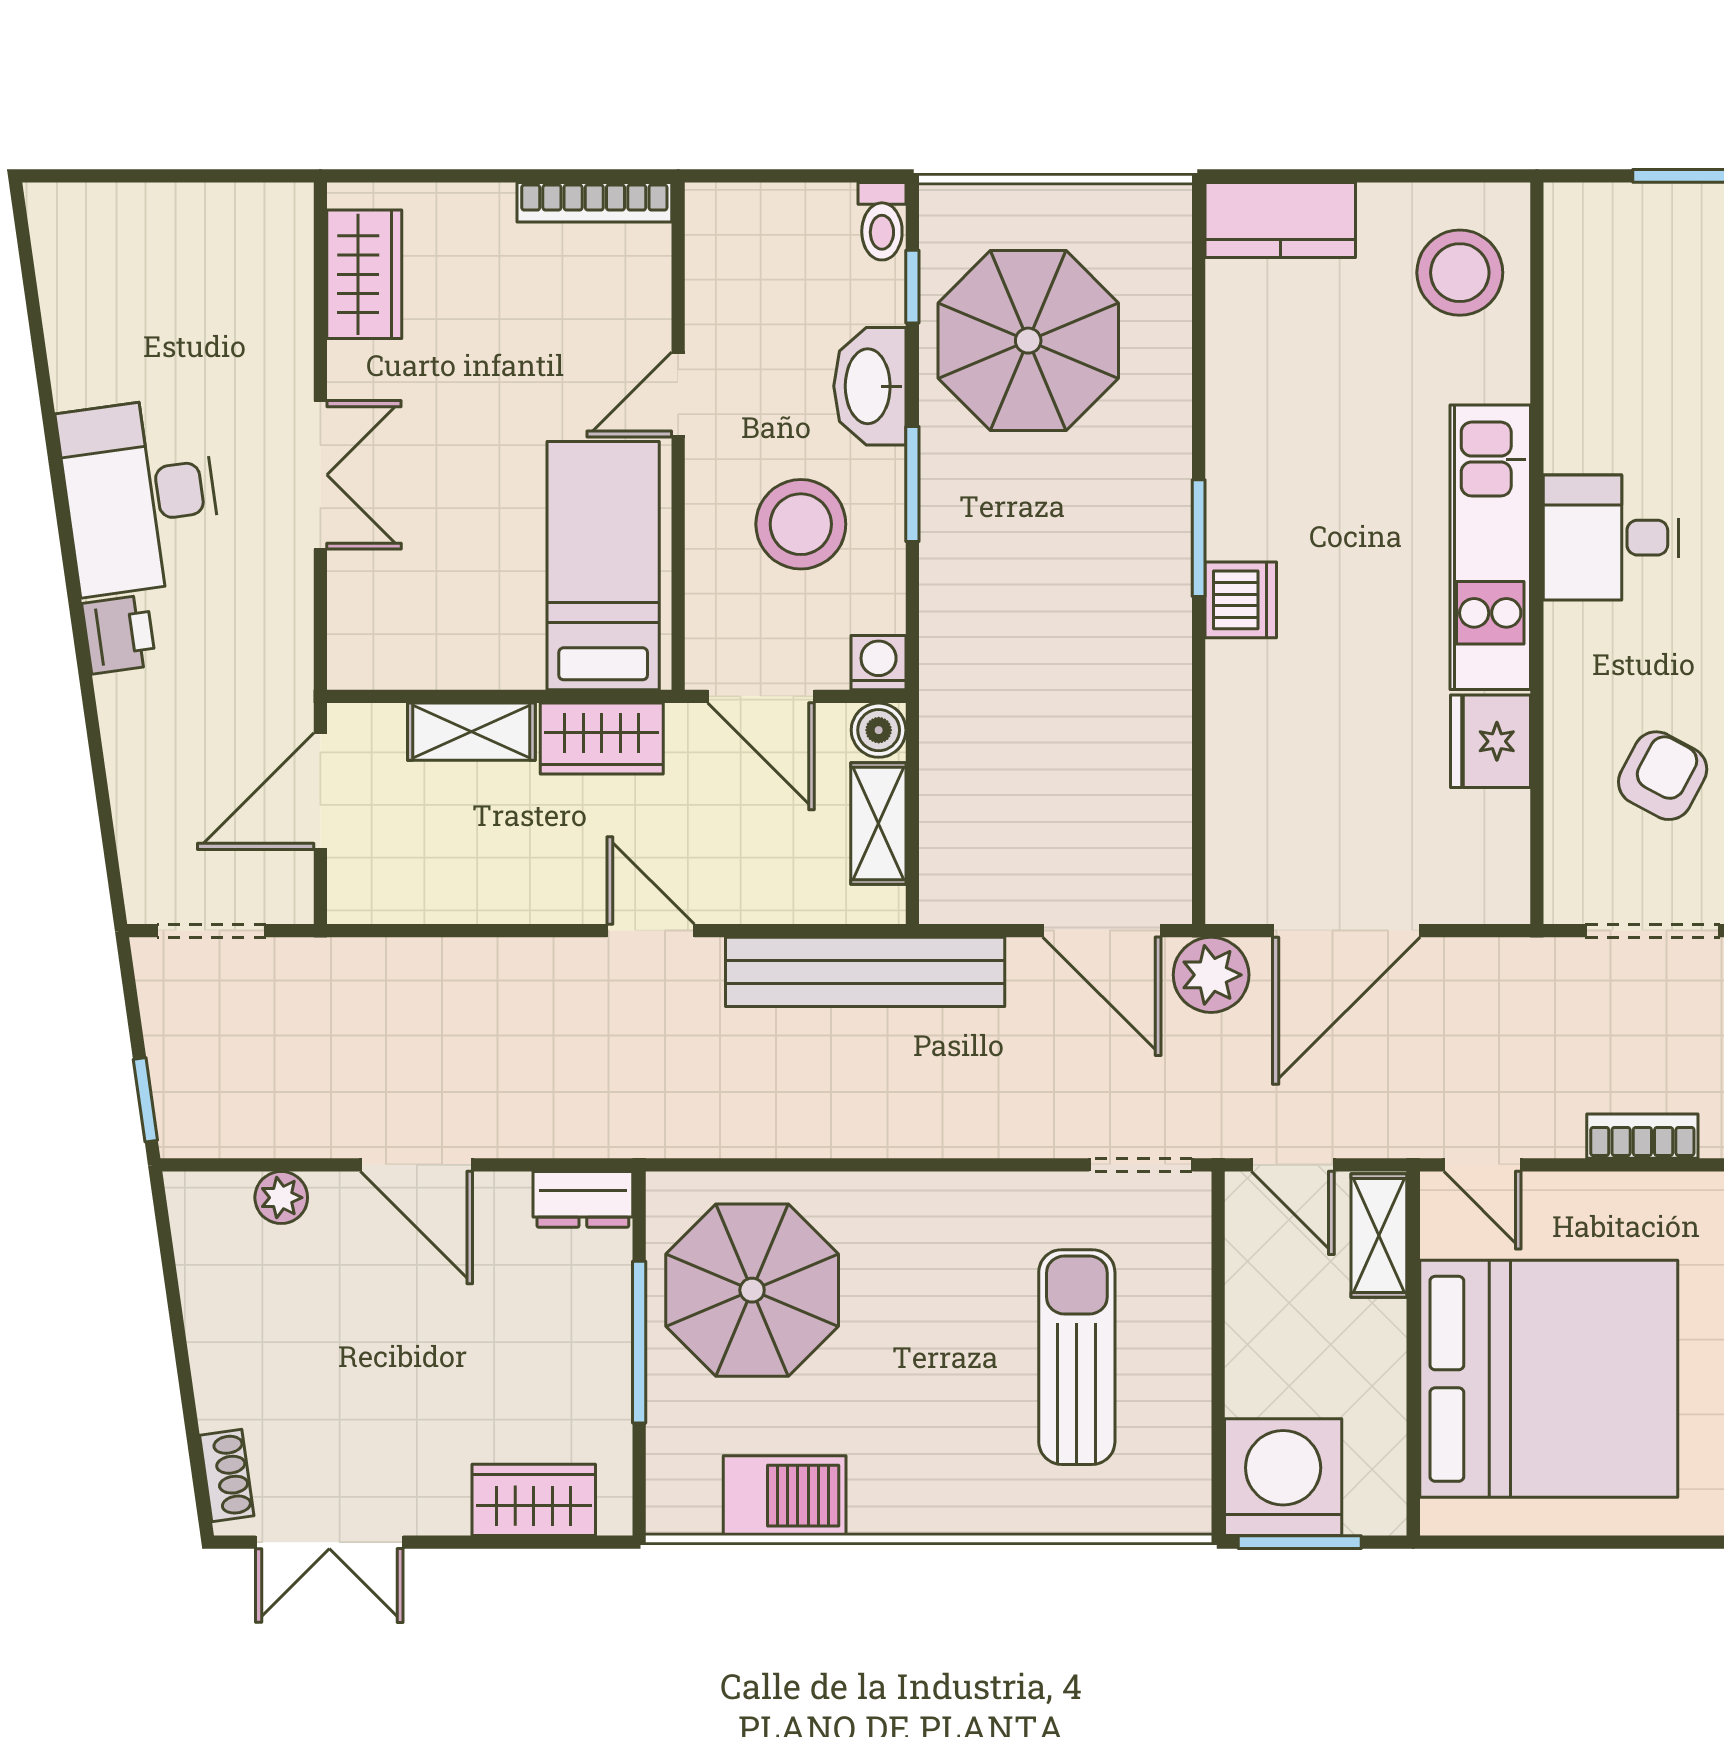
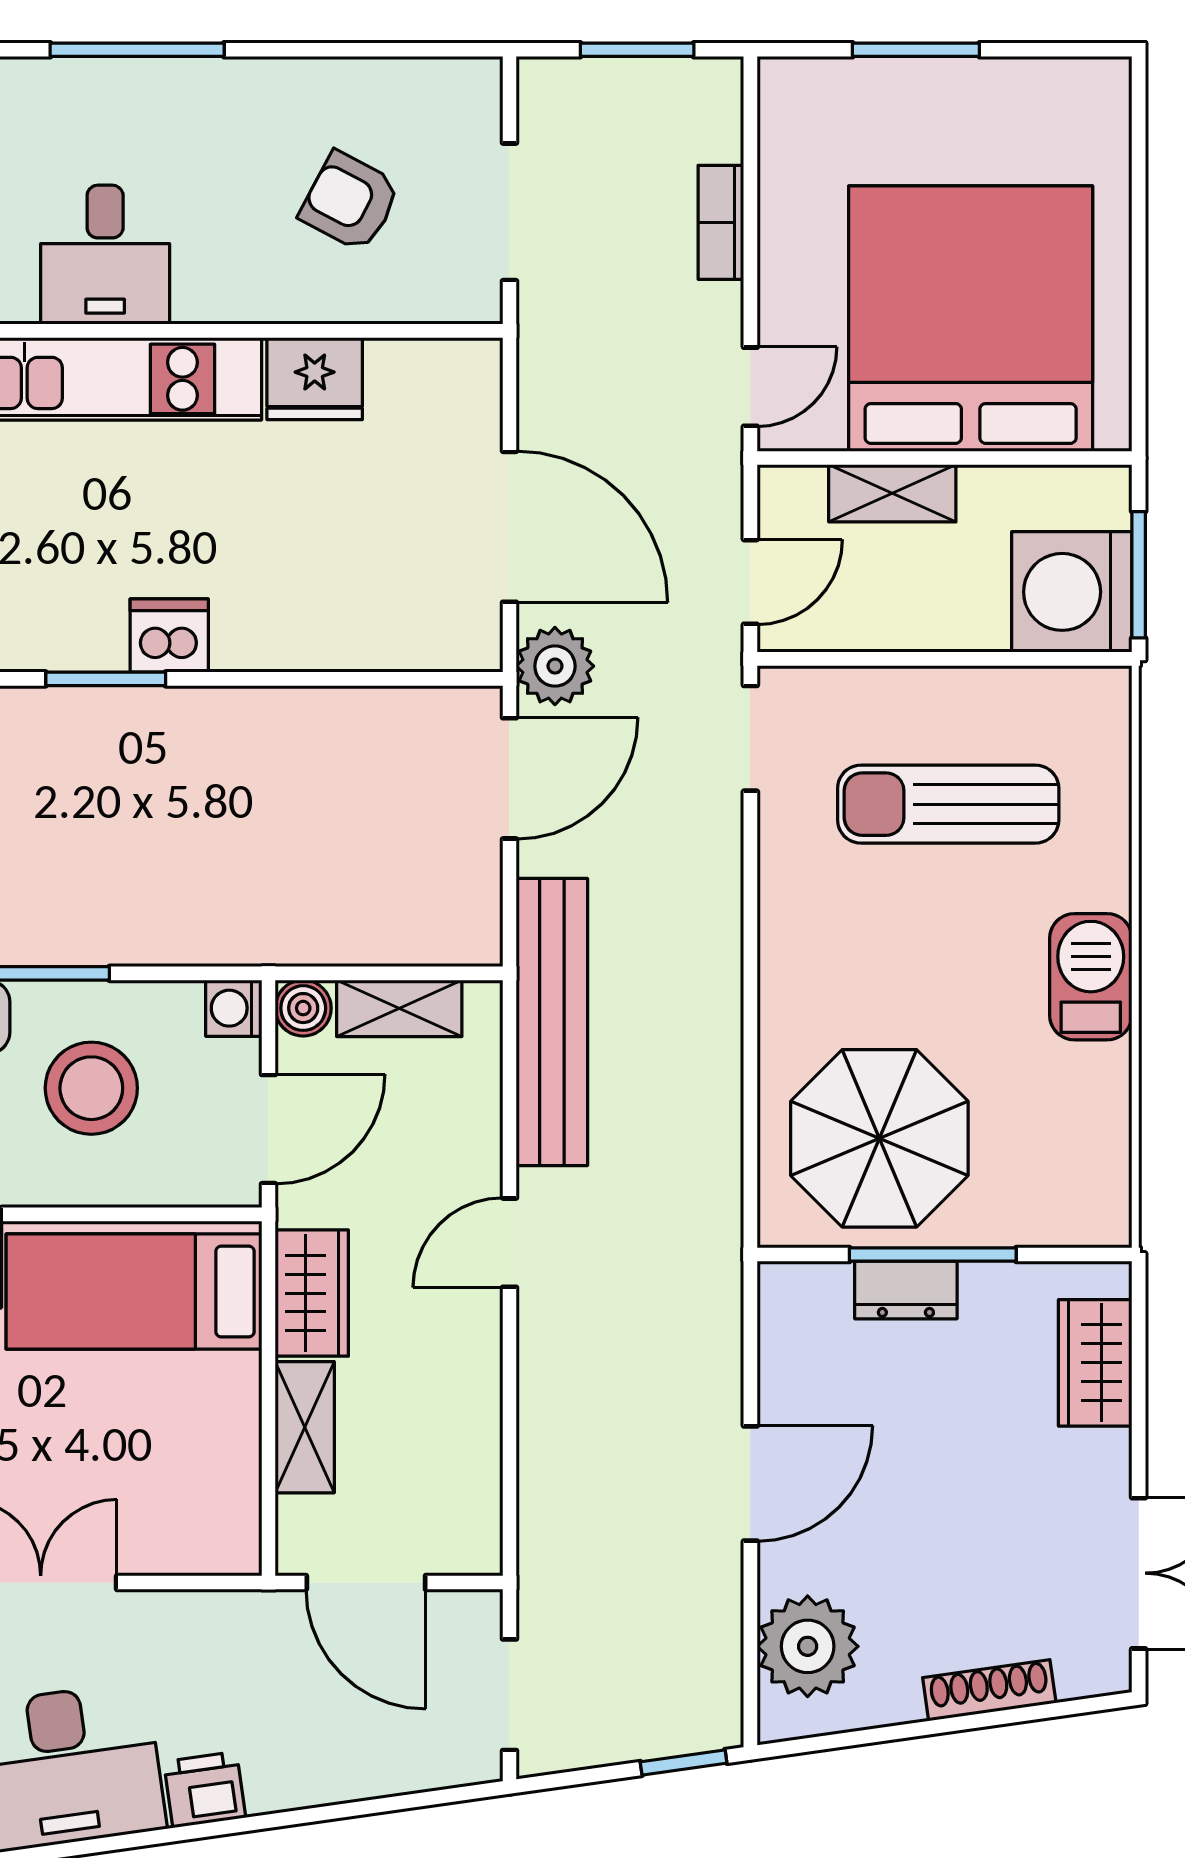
plant: (281, 1198) -> (808, 1646), width x1.87, depth x1.87
dresser: (583, 1199) -> (906, 1290), moved, turned 90
shelving: (1379, 1236) -> (892, 493), moved
shoe rack: (227, 1475) -> (989, 1690), moved, width x1.43
barbecue: (785, 1496) -> (1091, 977), moved

